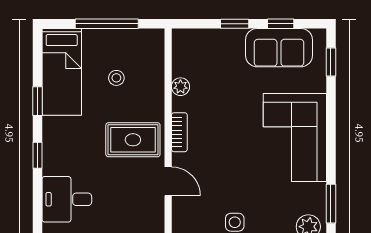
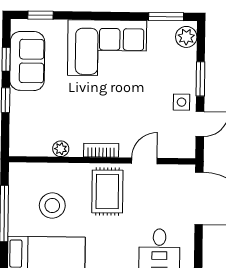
stool: (116, 78) -> (52, 206), width x1.89, depth x1.89

